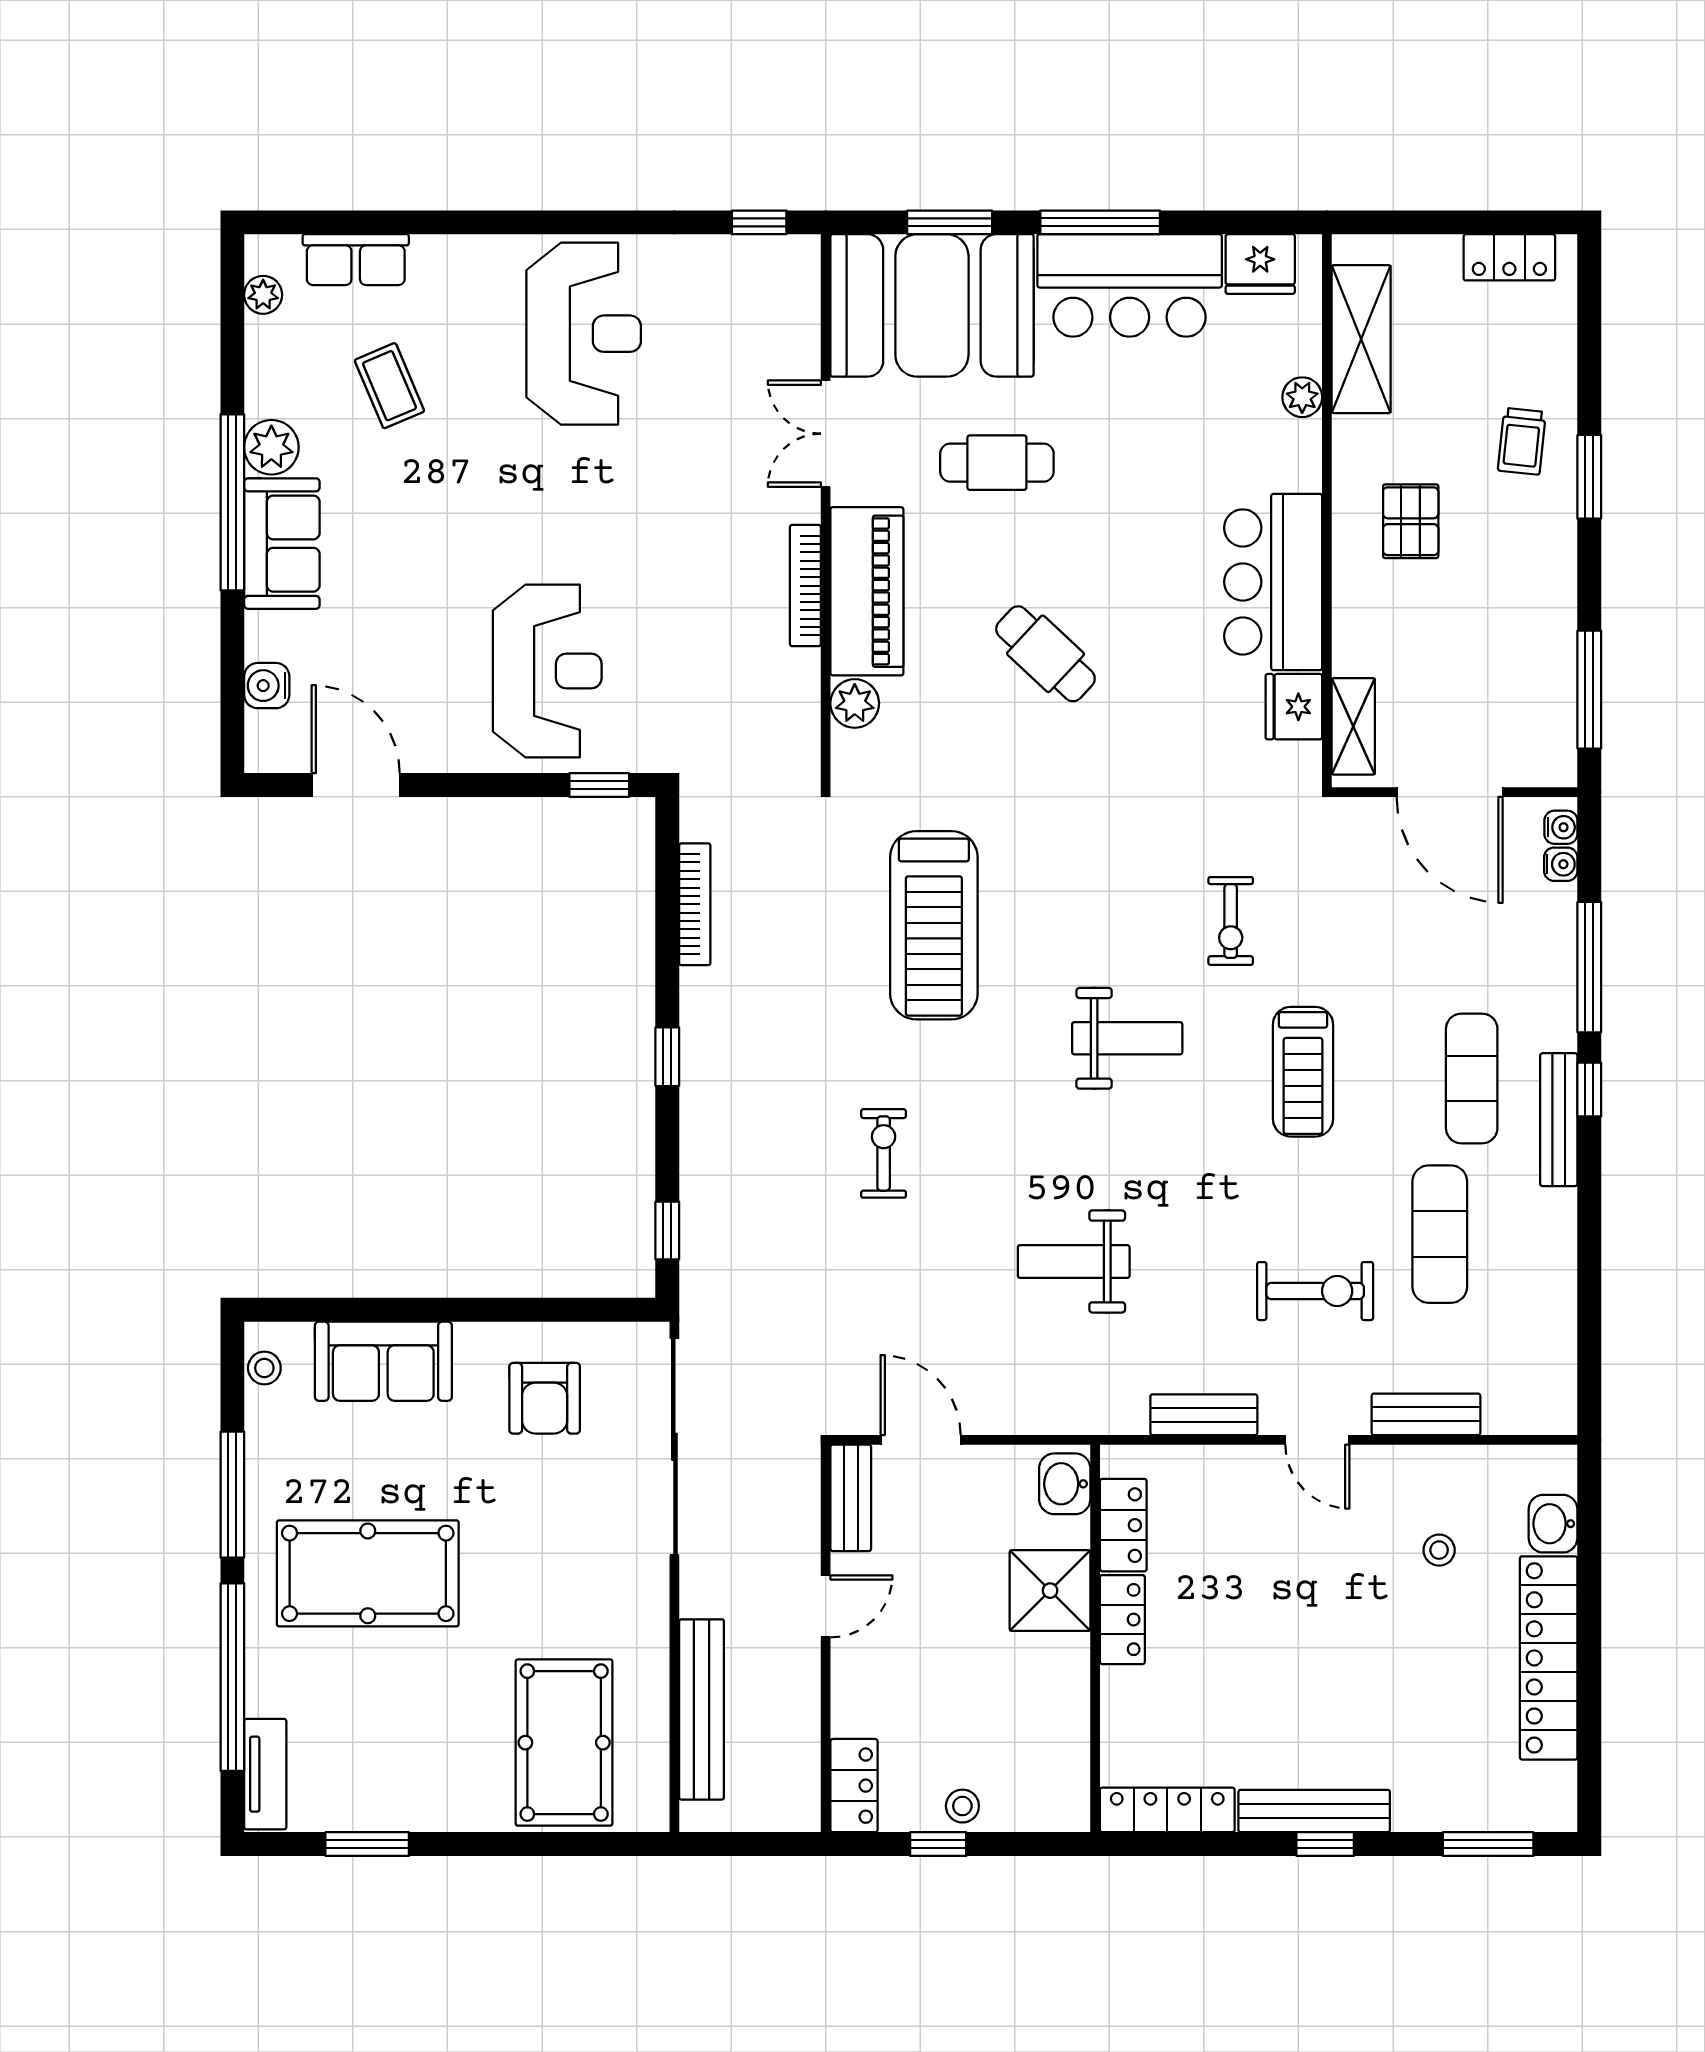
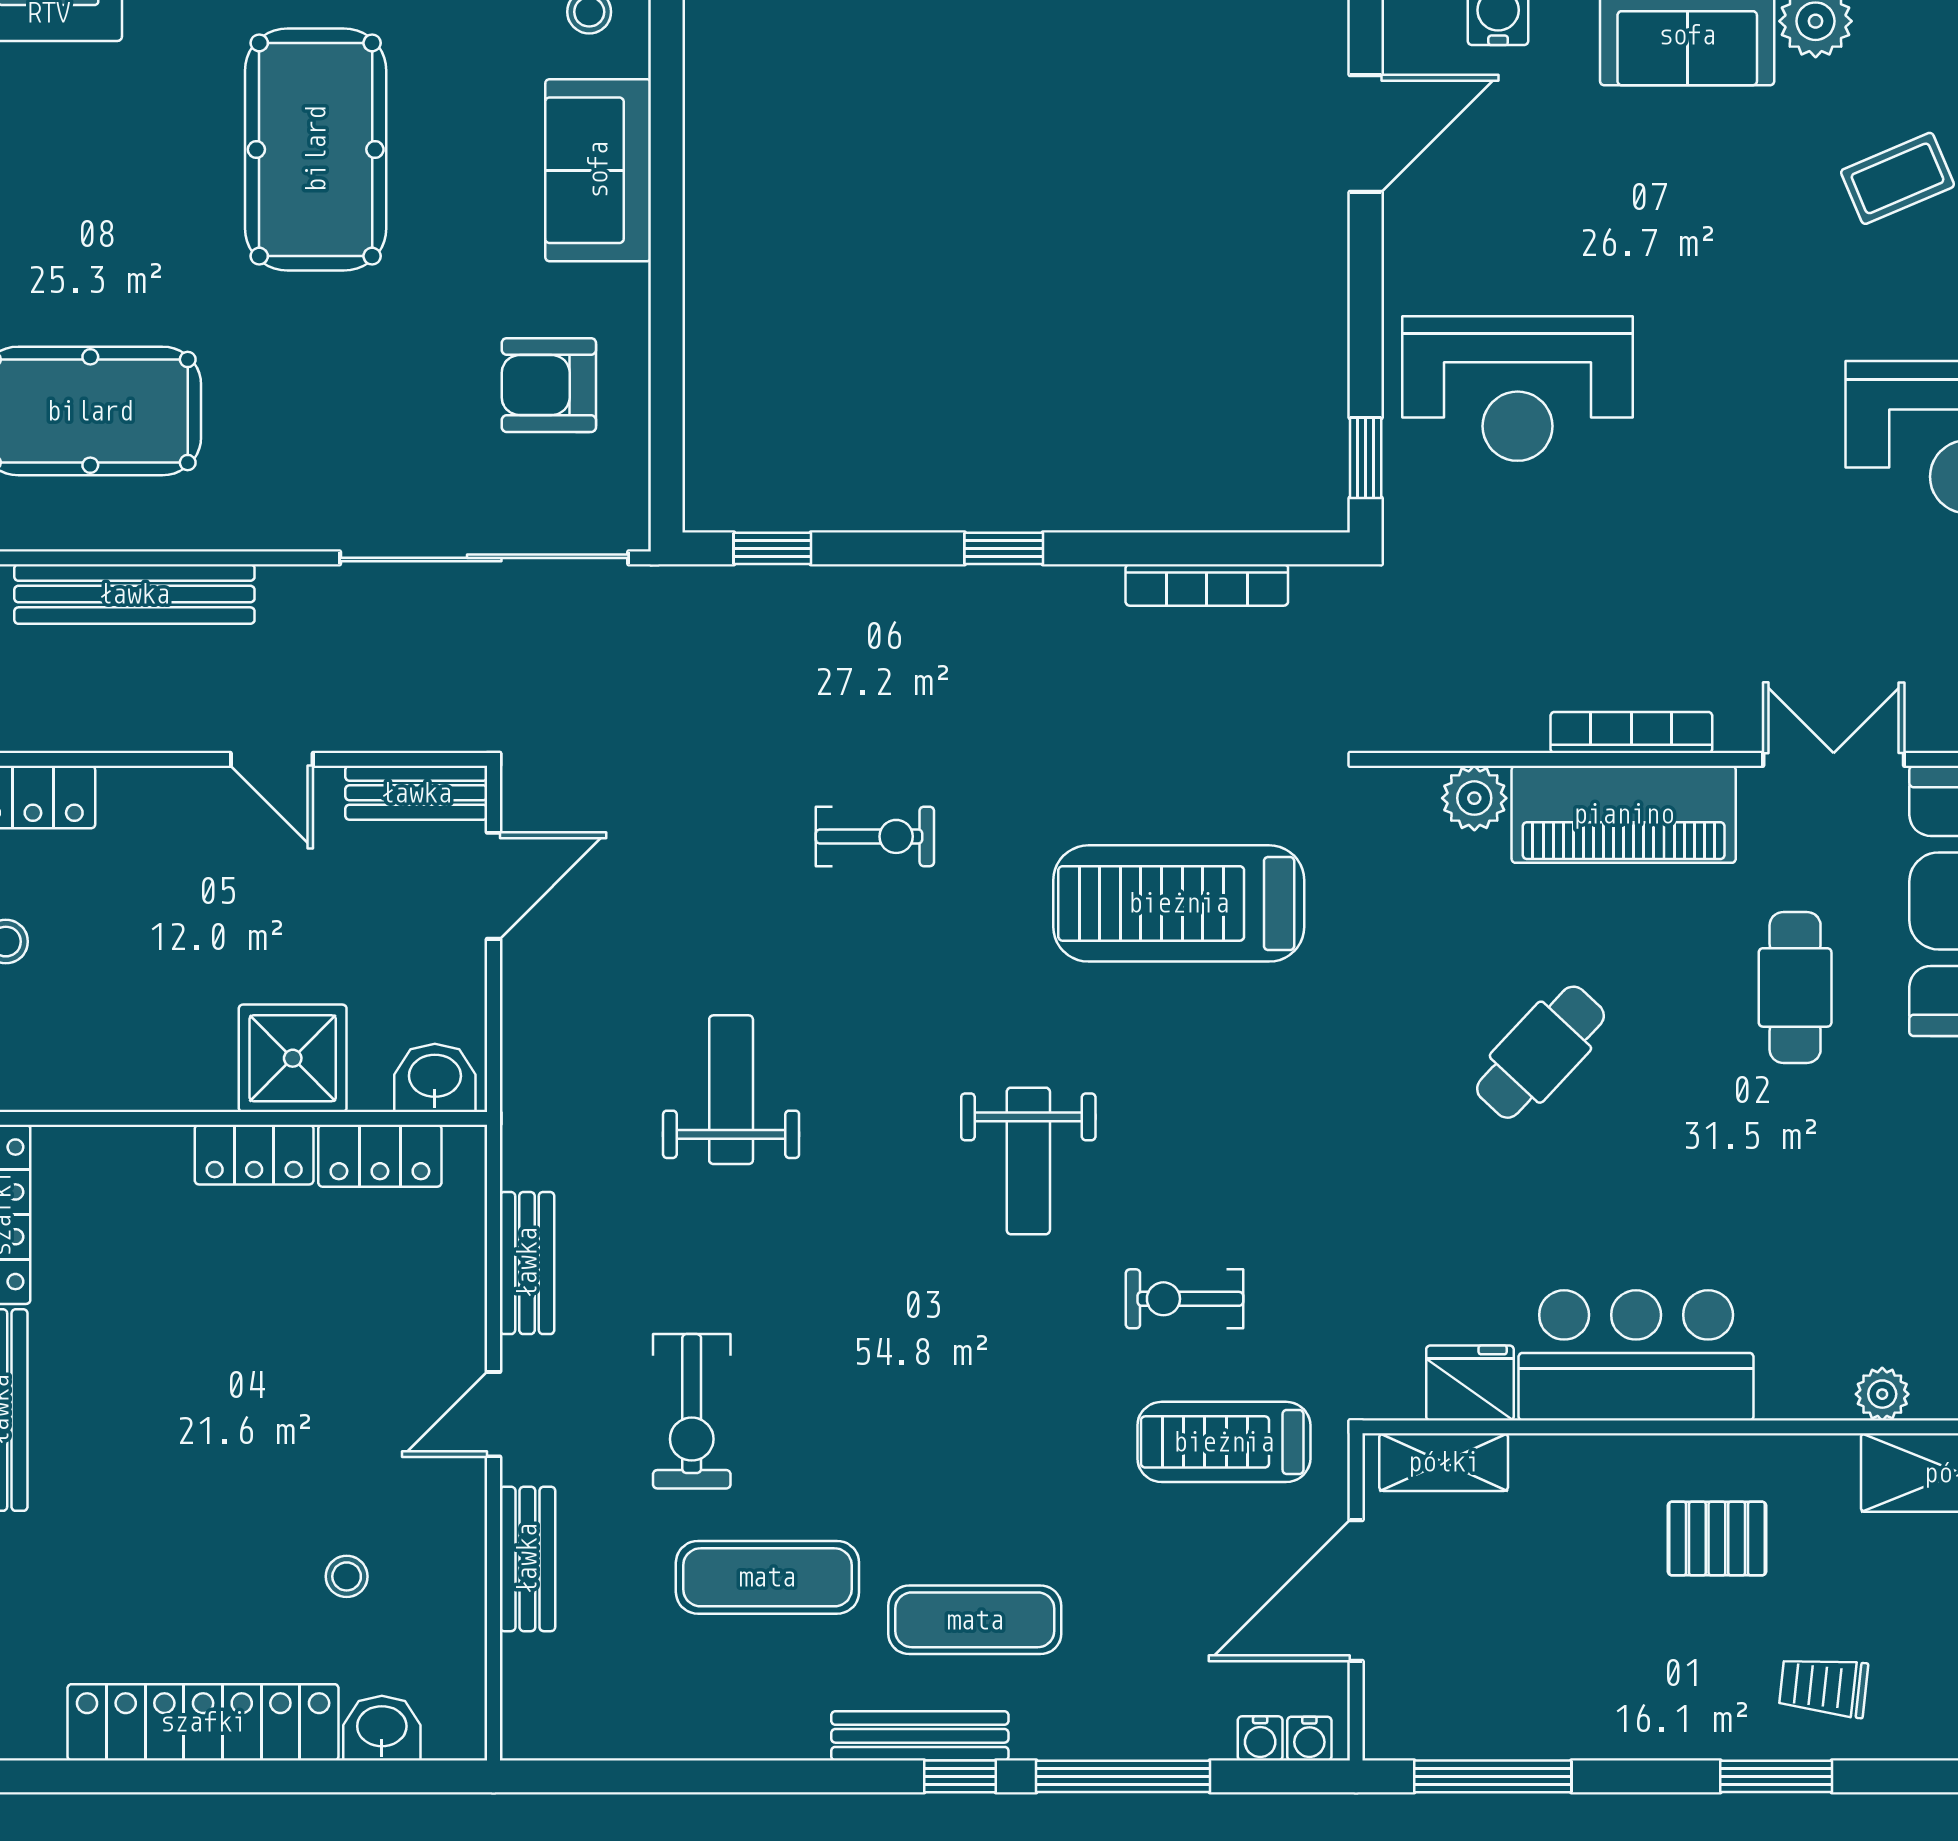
treadmill: (1303, 1072) -> (1224, 1442), moved

